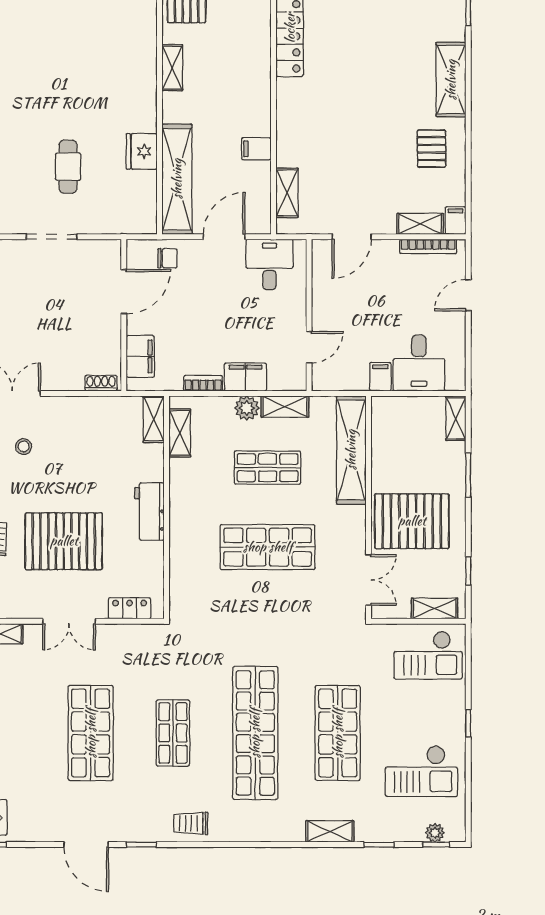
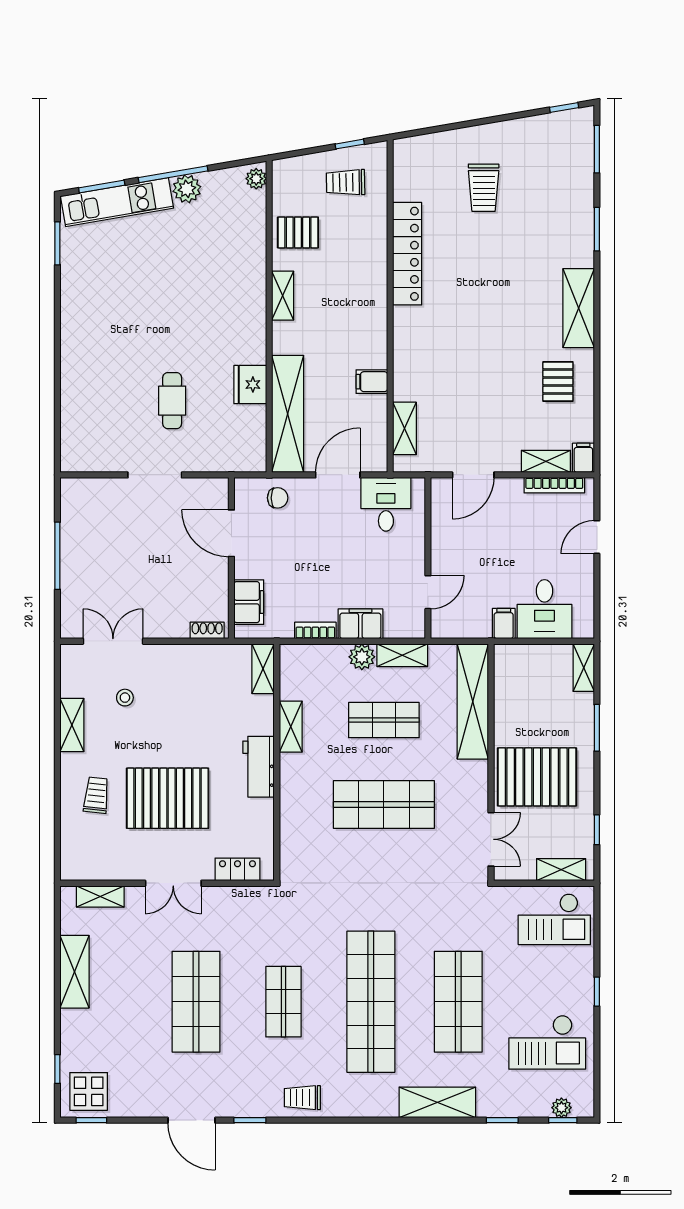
door: (124, 292) -> (231, 533), swing flipped
shelving: (180, 433) -> (291, 727), moved
shelving: (330, 831) -> (437, 1102), width x1.50, depth x1.33

